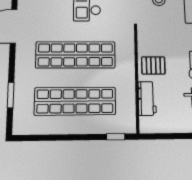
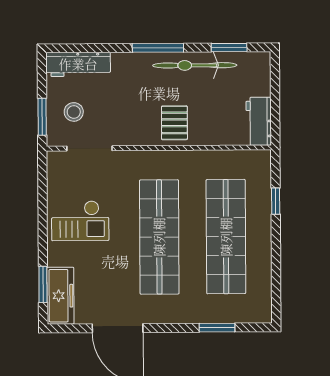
workbench: (147, 99) -> (259, 121), moved, turned -90
window: (116, 137) -> (276, 201), moved

